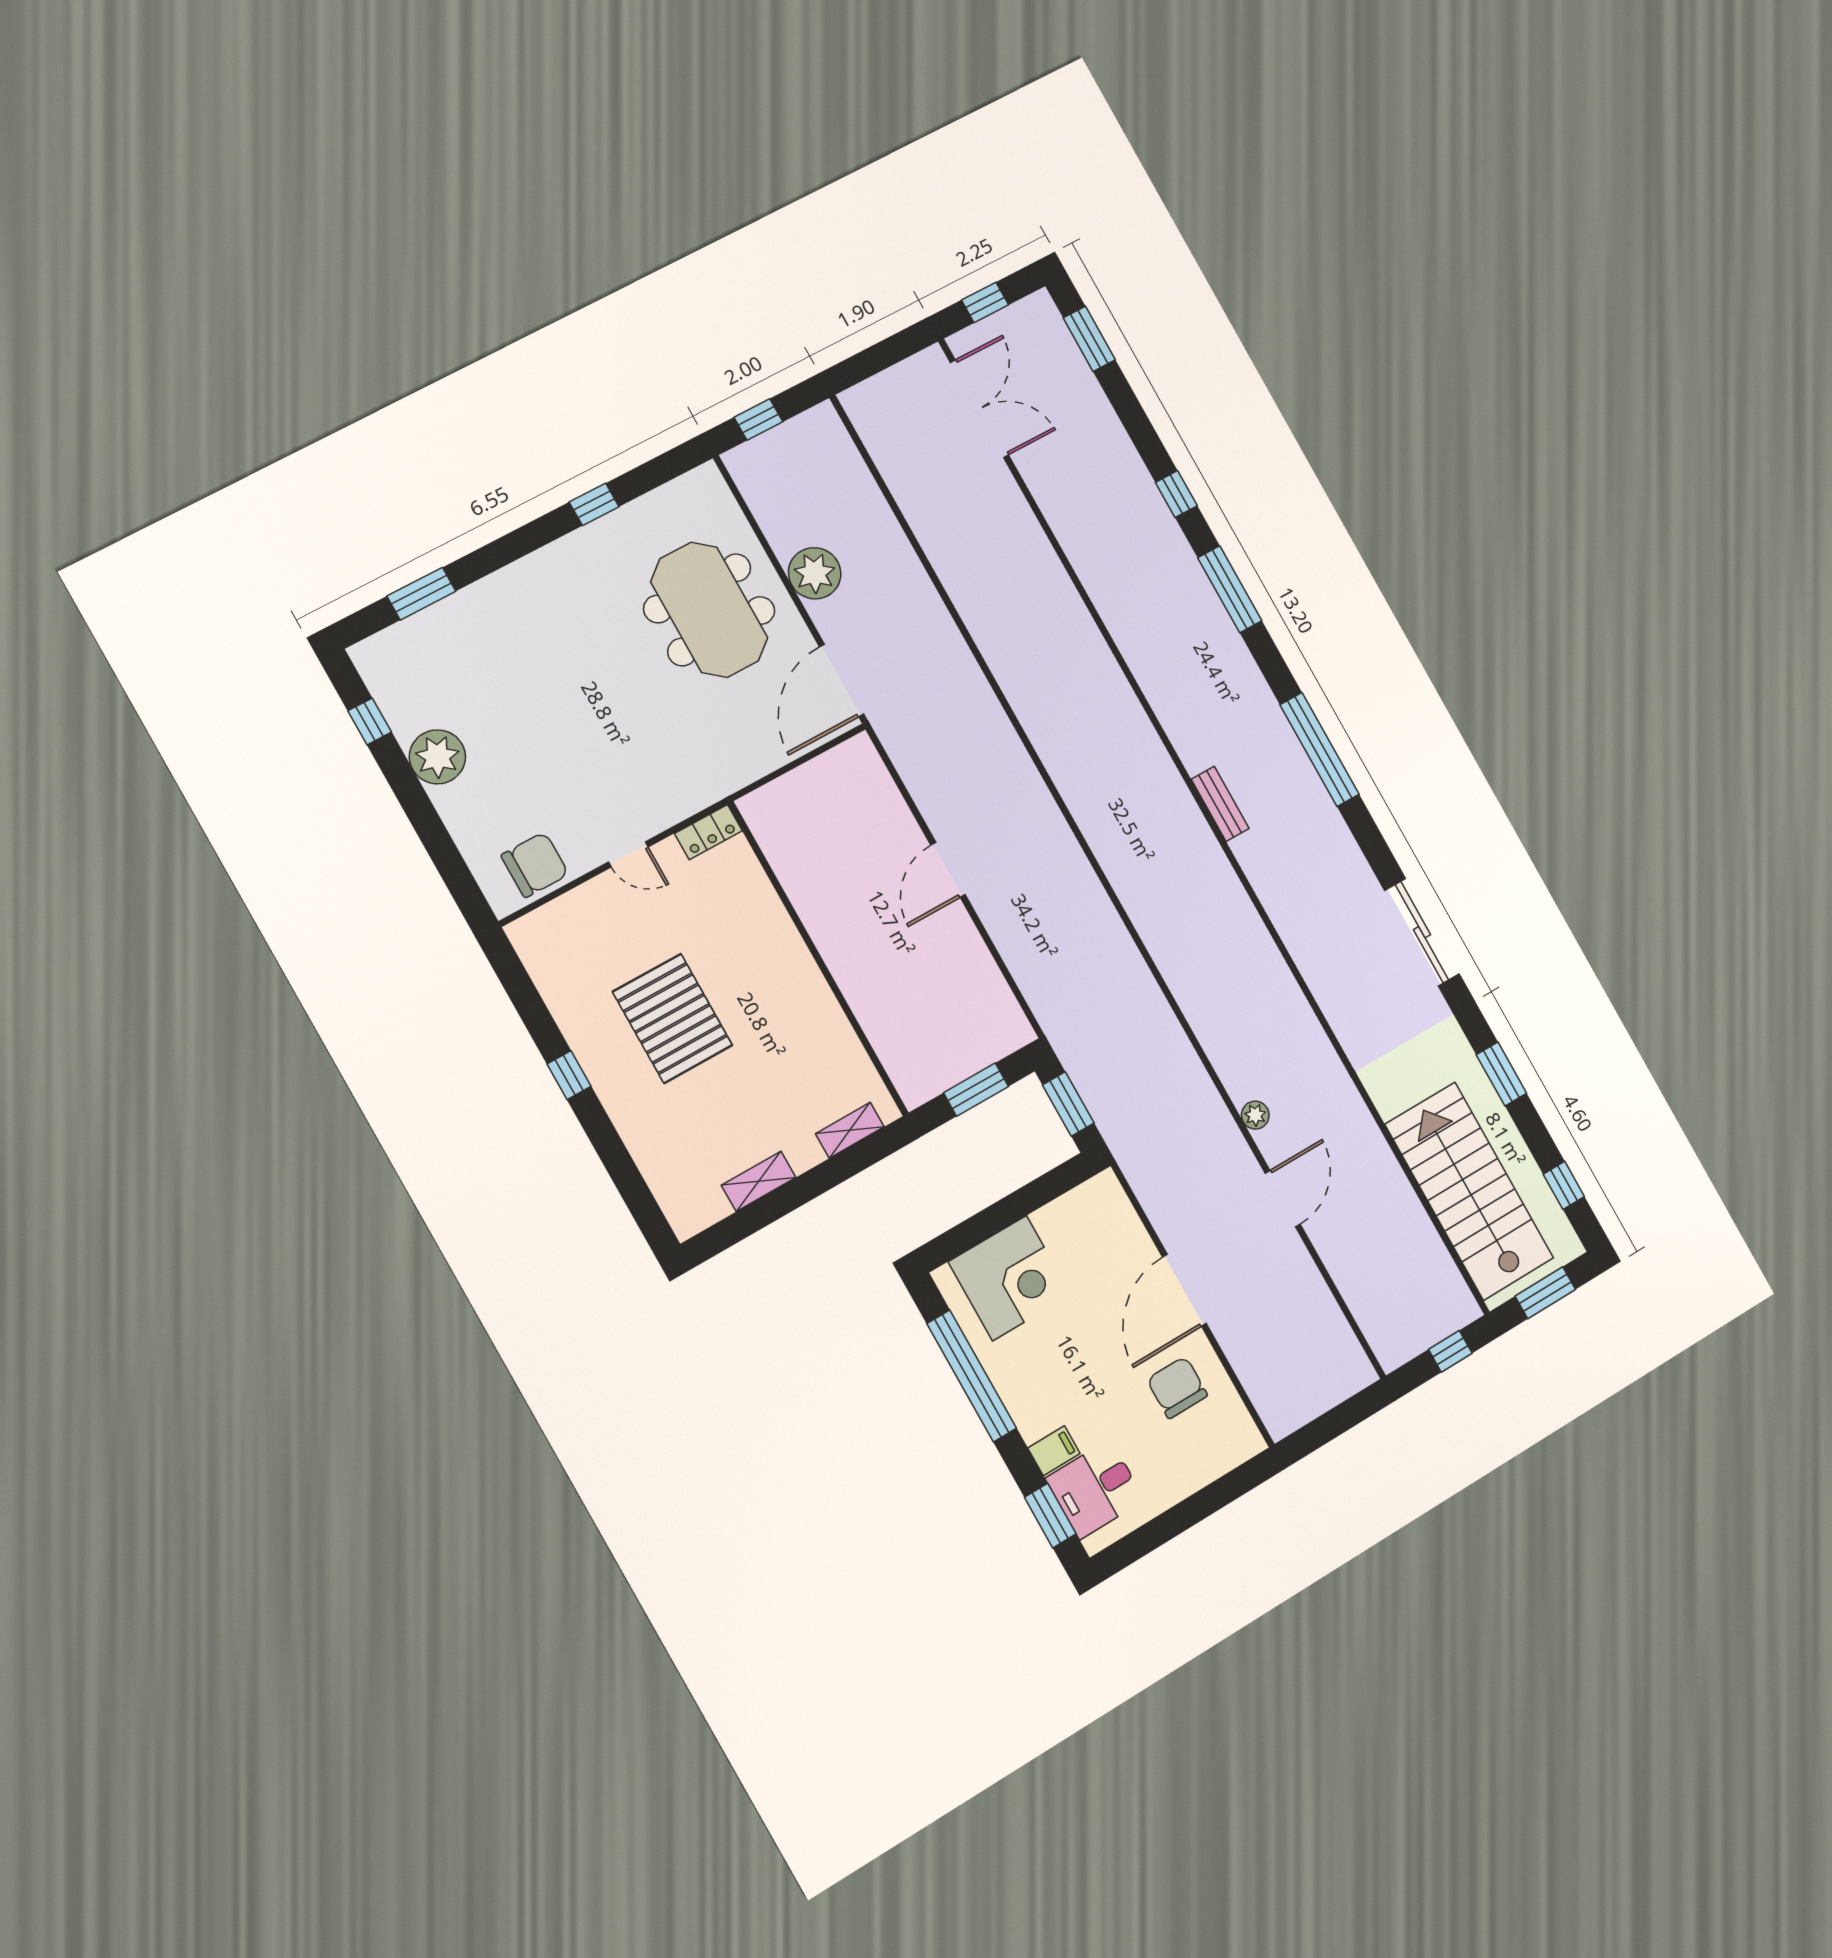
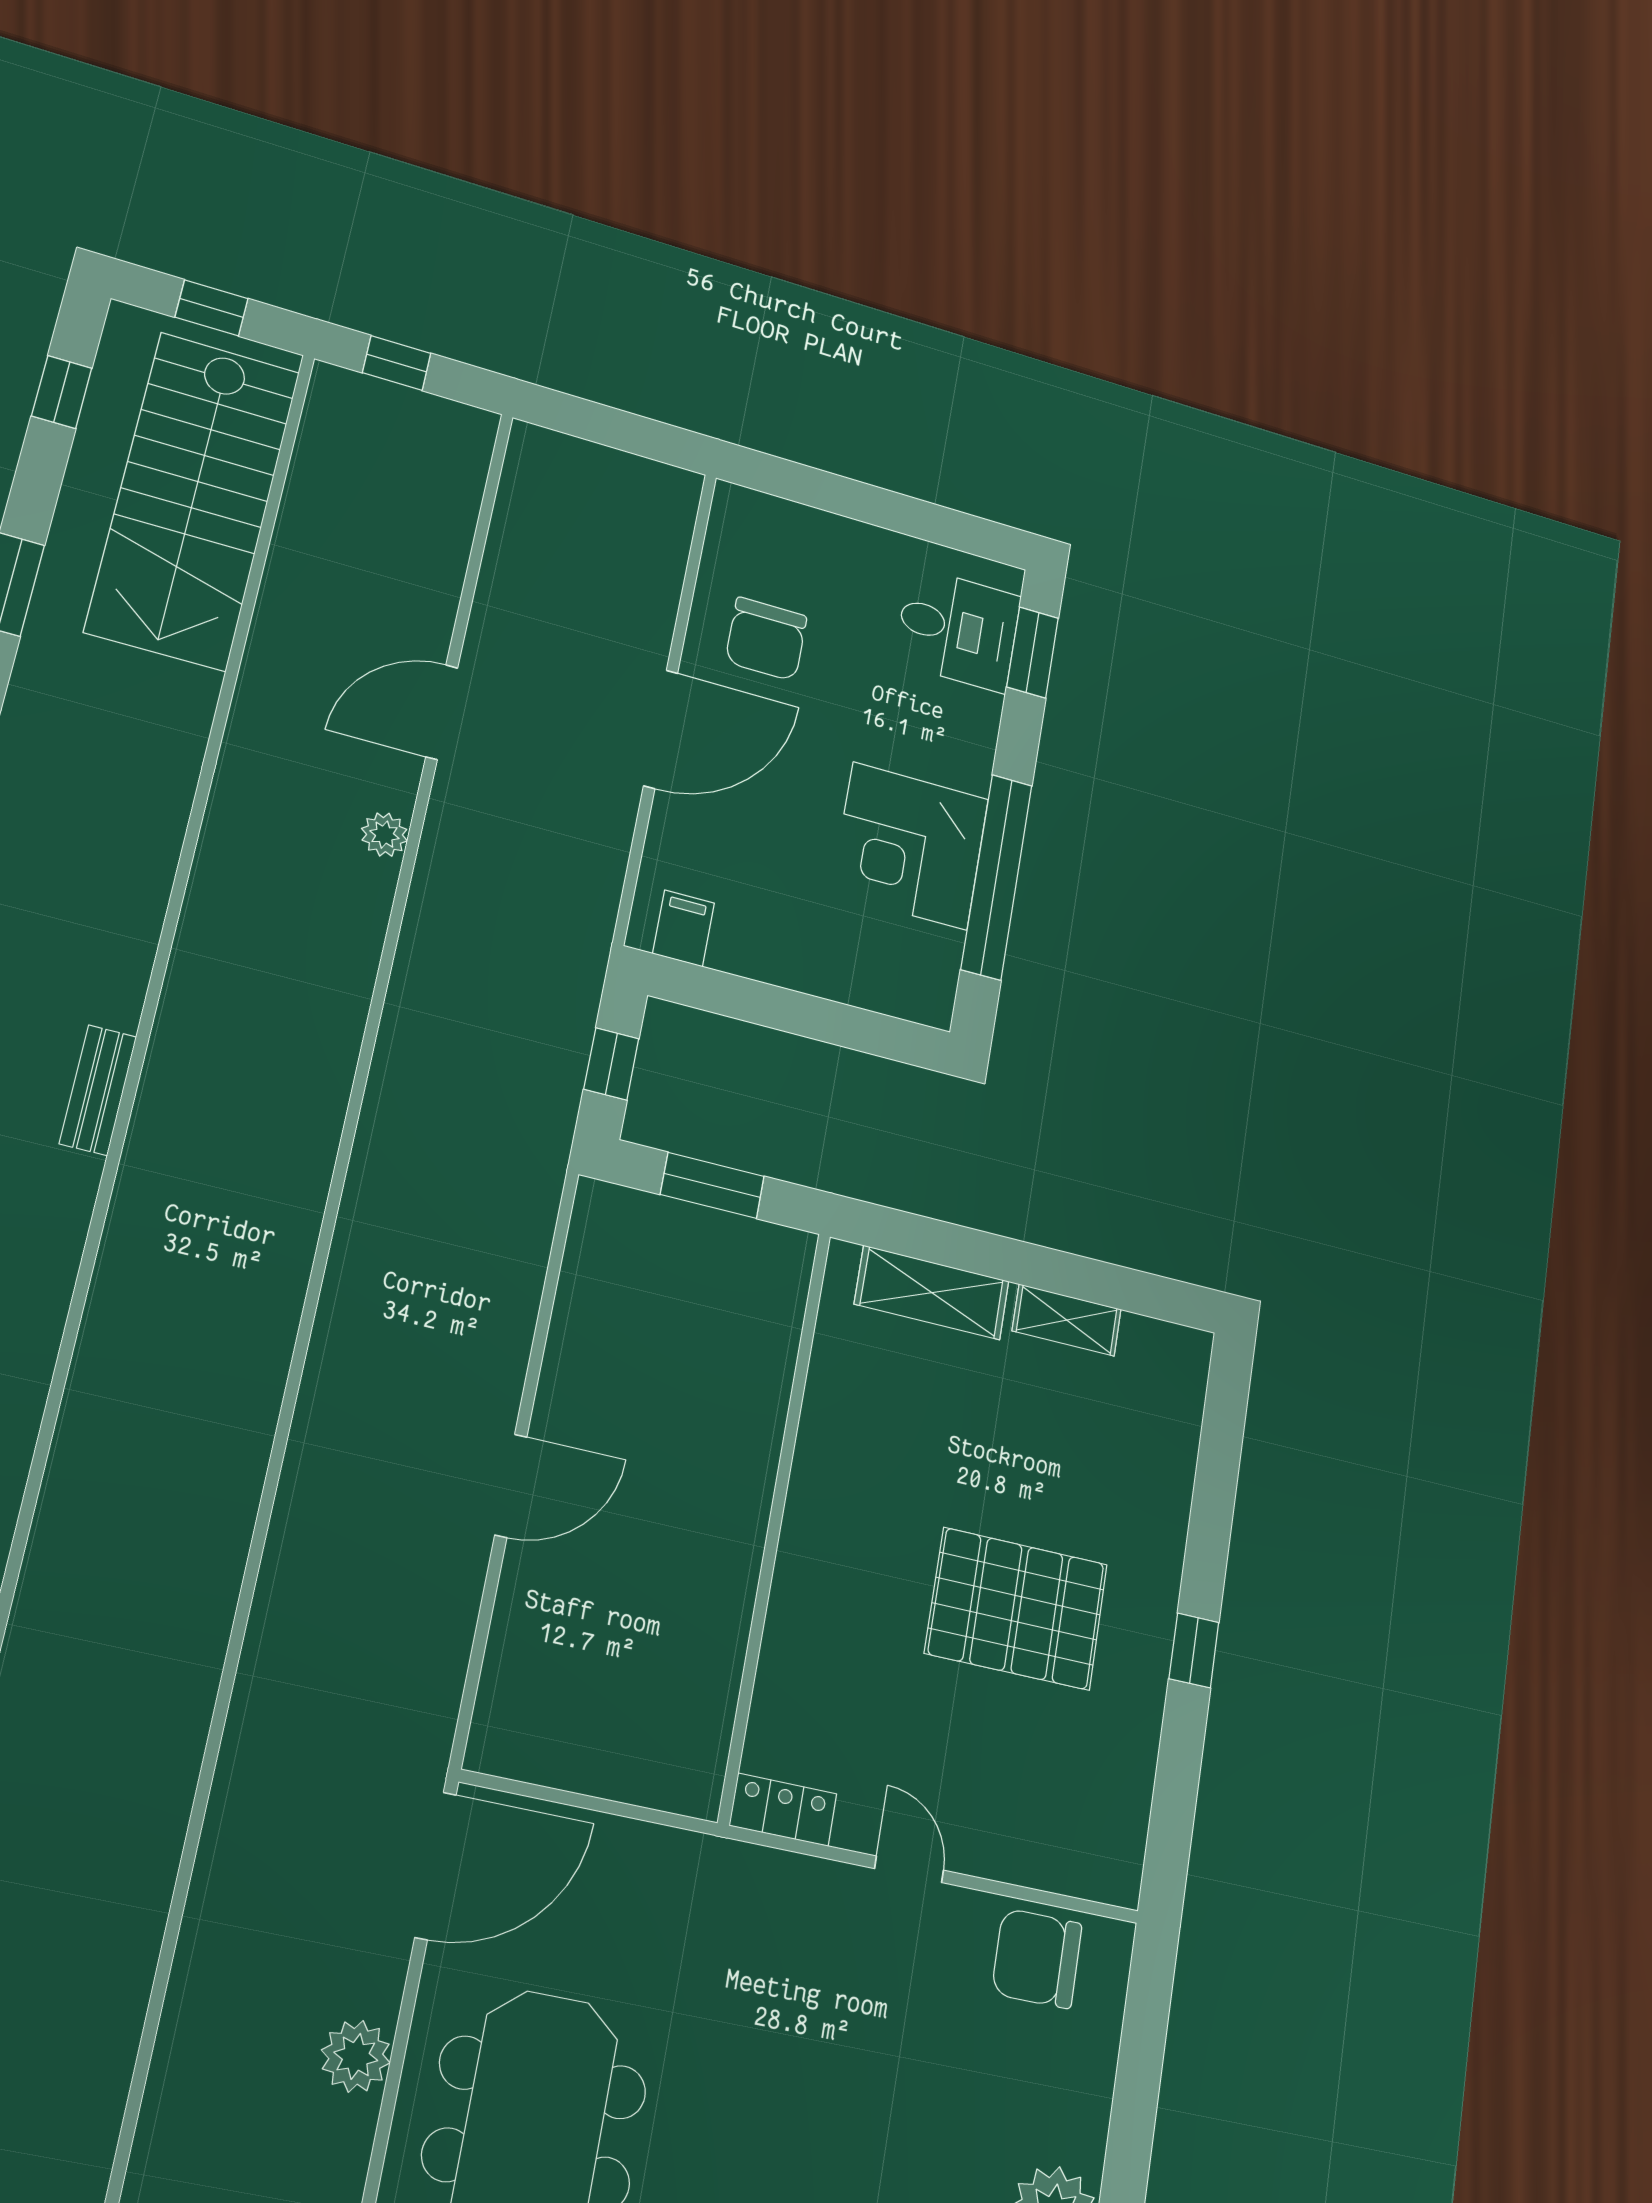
plant: (815, 573) -> (356, 2056), width x0.73, depth x0.73
bench: (1220, 804) -> (98, 1090), moved
pallet: (672, 1018) -> (1016, 1609), turned 90
window: (1068, 1104) -> (611, 1064), width x0.67
shelving: (850, 1130) -> (932, 1293), width x1.50, depth x1.33
corner desk: (1010, 1278) -> (910, 846), moved, turned -90
window: (1545, 1293) -> (211, 308), width x0.67
filing cabinet: (1054, 1451) -> (684, 928), moved, turned 90

